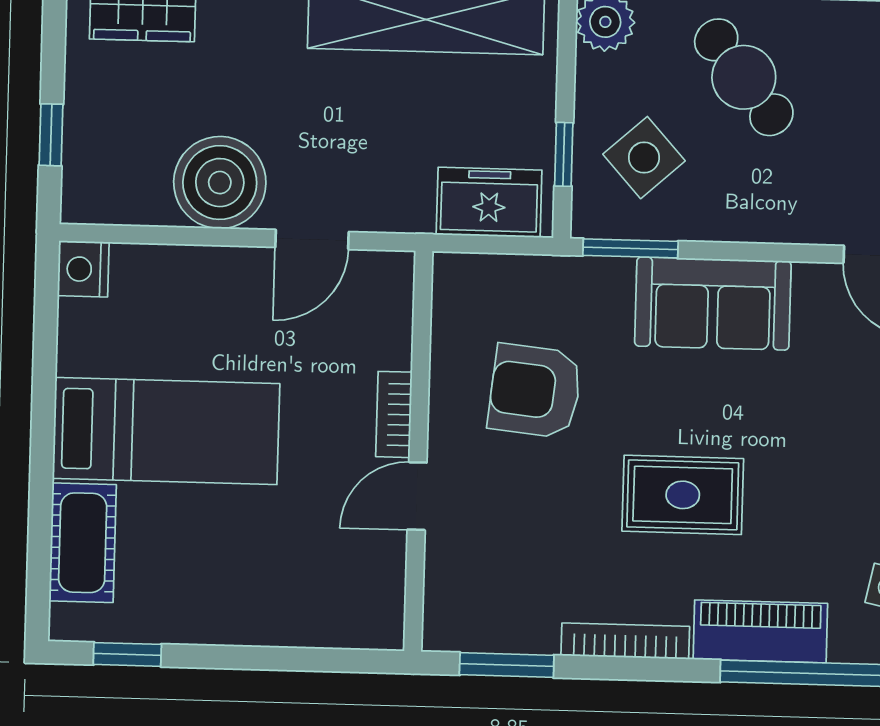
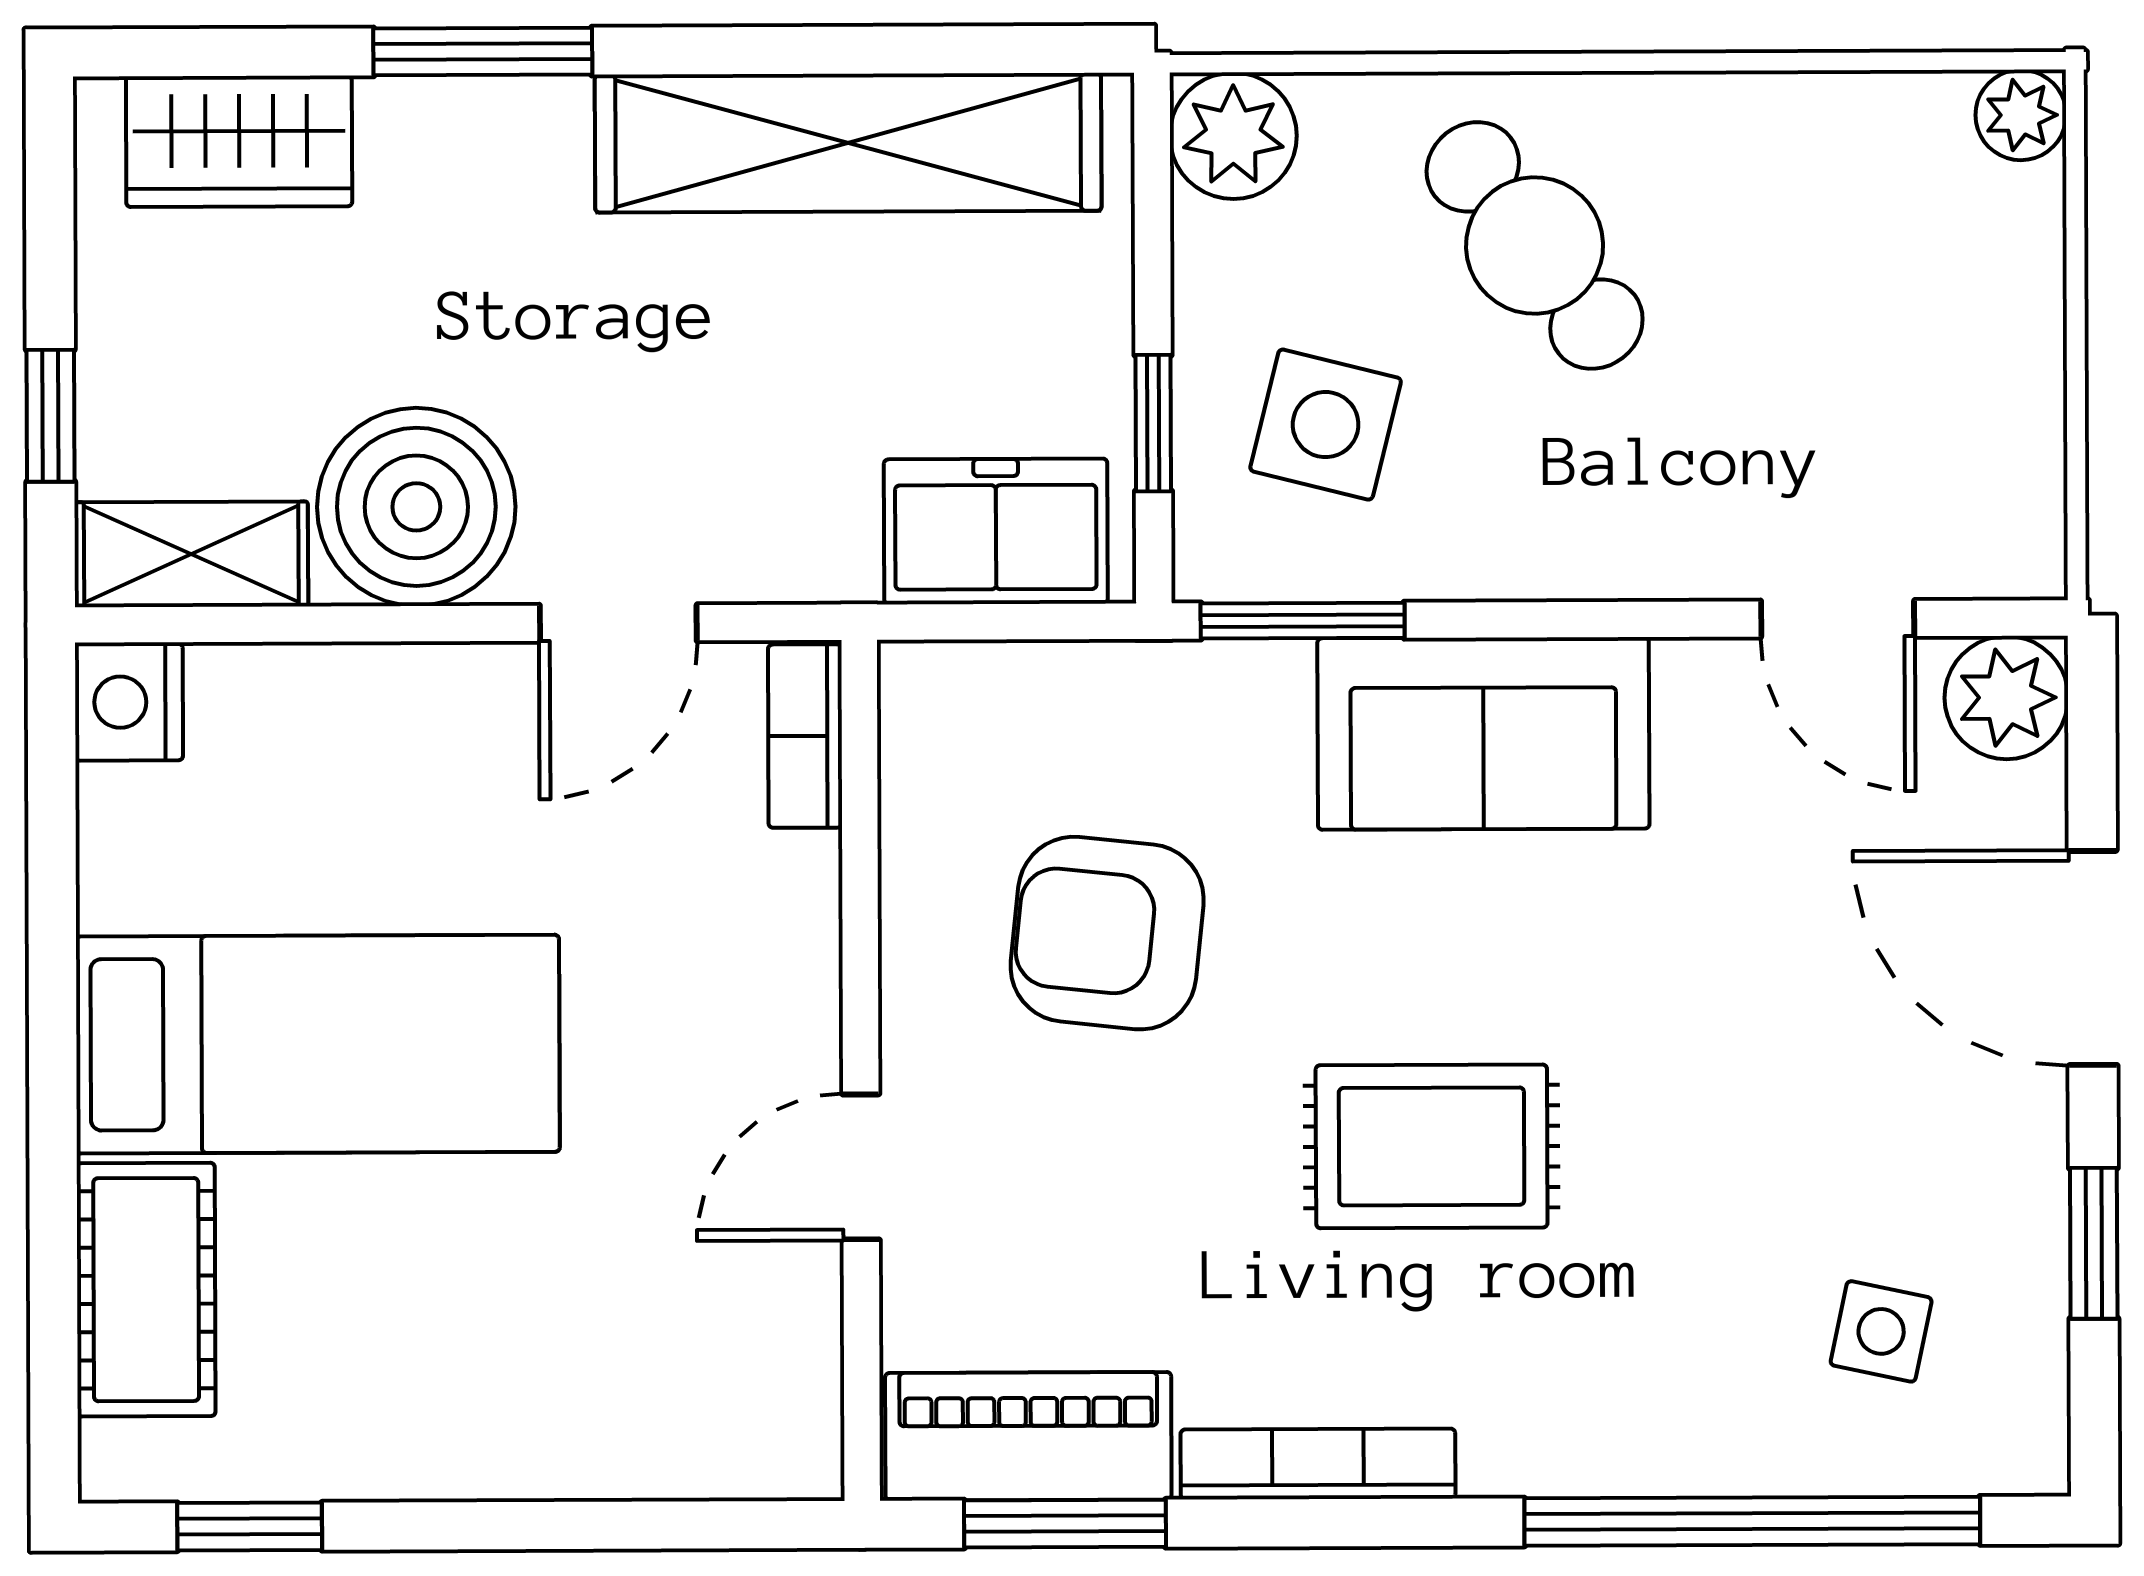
side table: (644, 158) -> (1326, 425), turned -34
shelving: (114, 201) -> (191, 554), added
bookcase: (394, 414) -> (805, 736), moved
piano: (760, 631) -> (1028, 1436), moved

